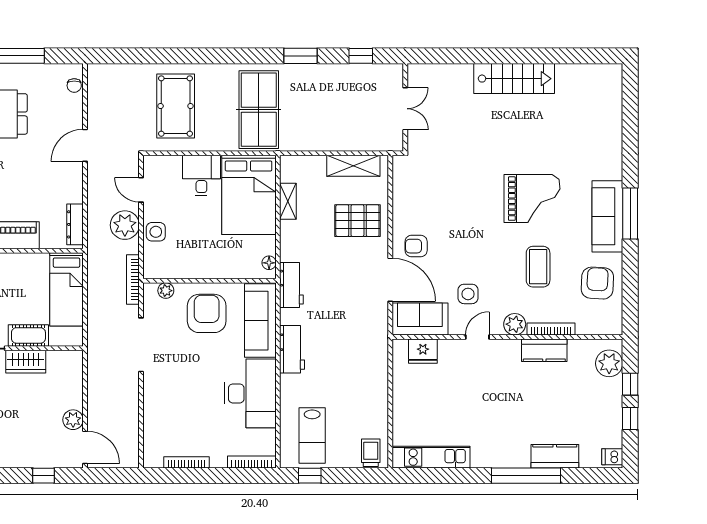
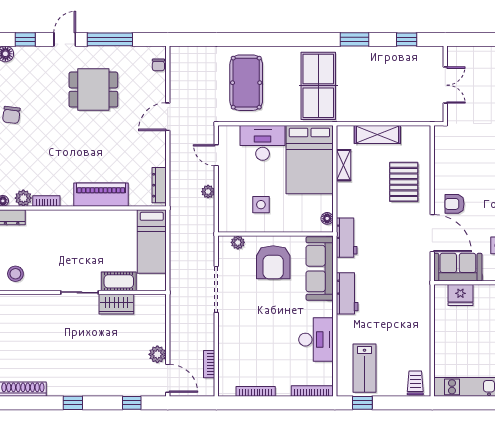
shelving: (353, 166) -> (377, 134), moved
desk: (201, 176) -> (263, 143), width x1.37
pallet: (357, 221) -> (404, 182), turned 90
plant: (125, 225) -> (208, 192), width x0.53, depth x0.53
side table: (156, 232) -> (261, 205), moved
bookcase: (133, 279) -> (209, 364), moved, width x0.64
armchair: (207, 313) -> (273, 262), turned 180
desk: (250, 393) -> (316, 340), width x0.73, depth x0.77

